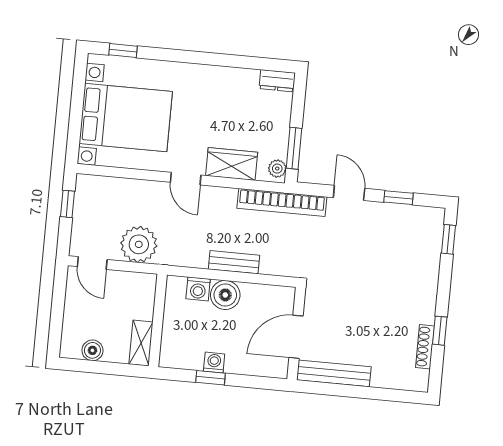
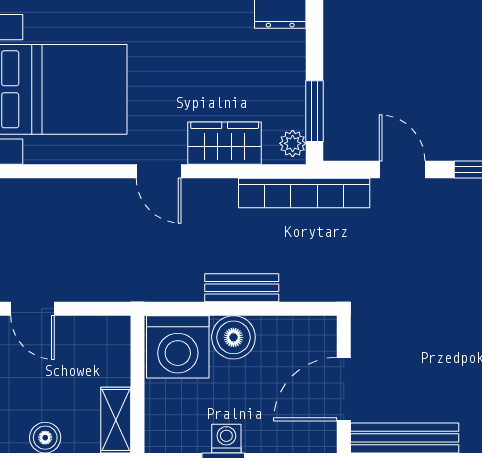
plant: (139, 244) -> (99, 275), removed
washing machine: (198, 289) -> (178, 347), width x1.89, depth x1.89

